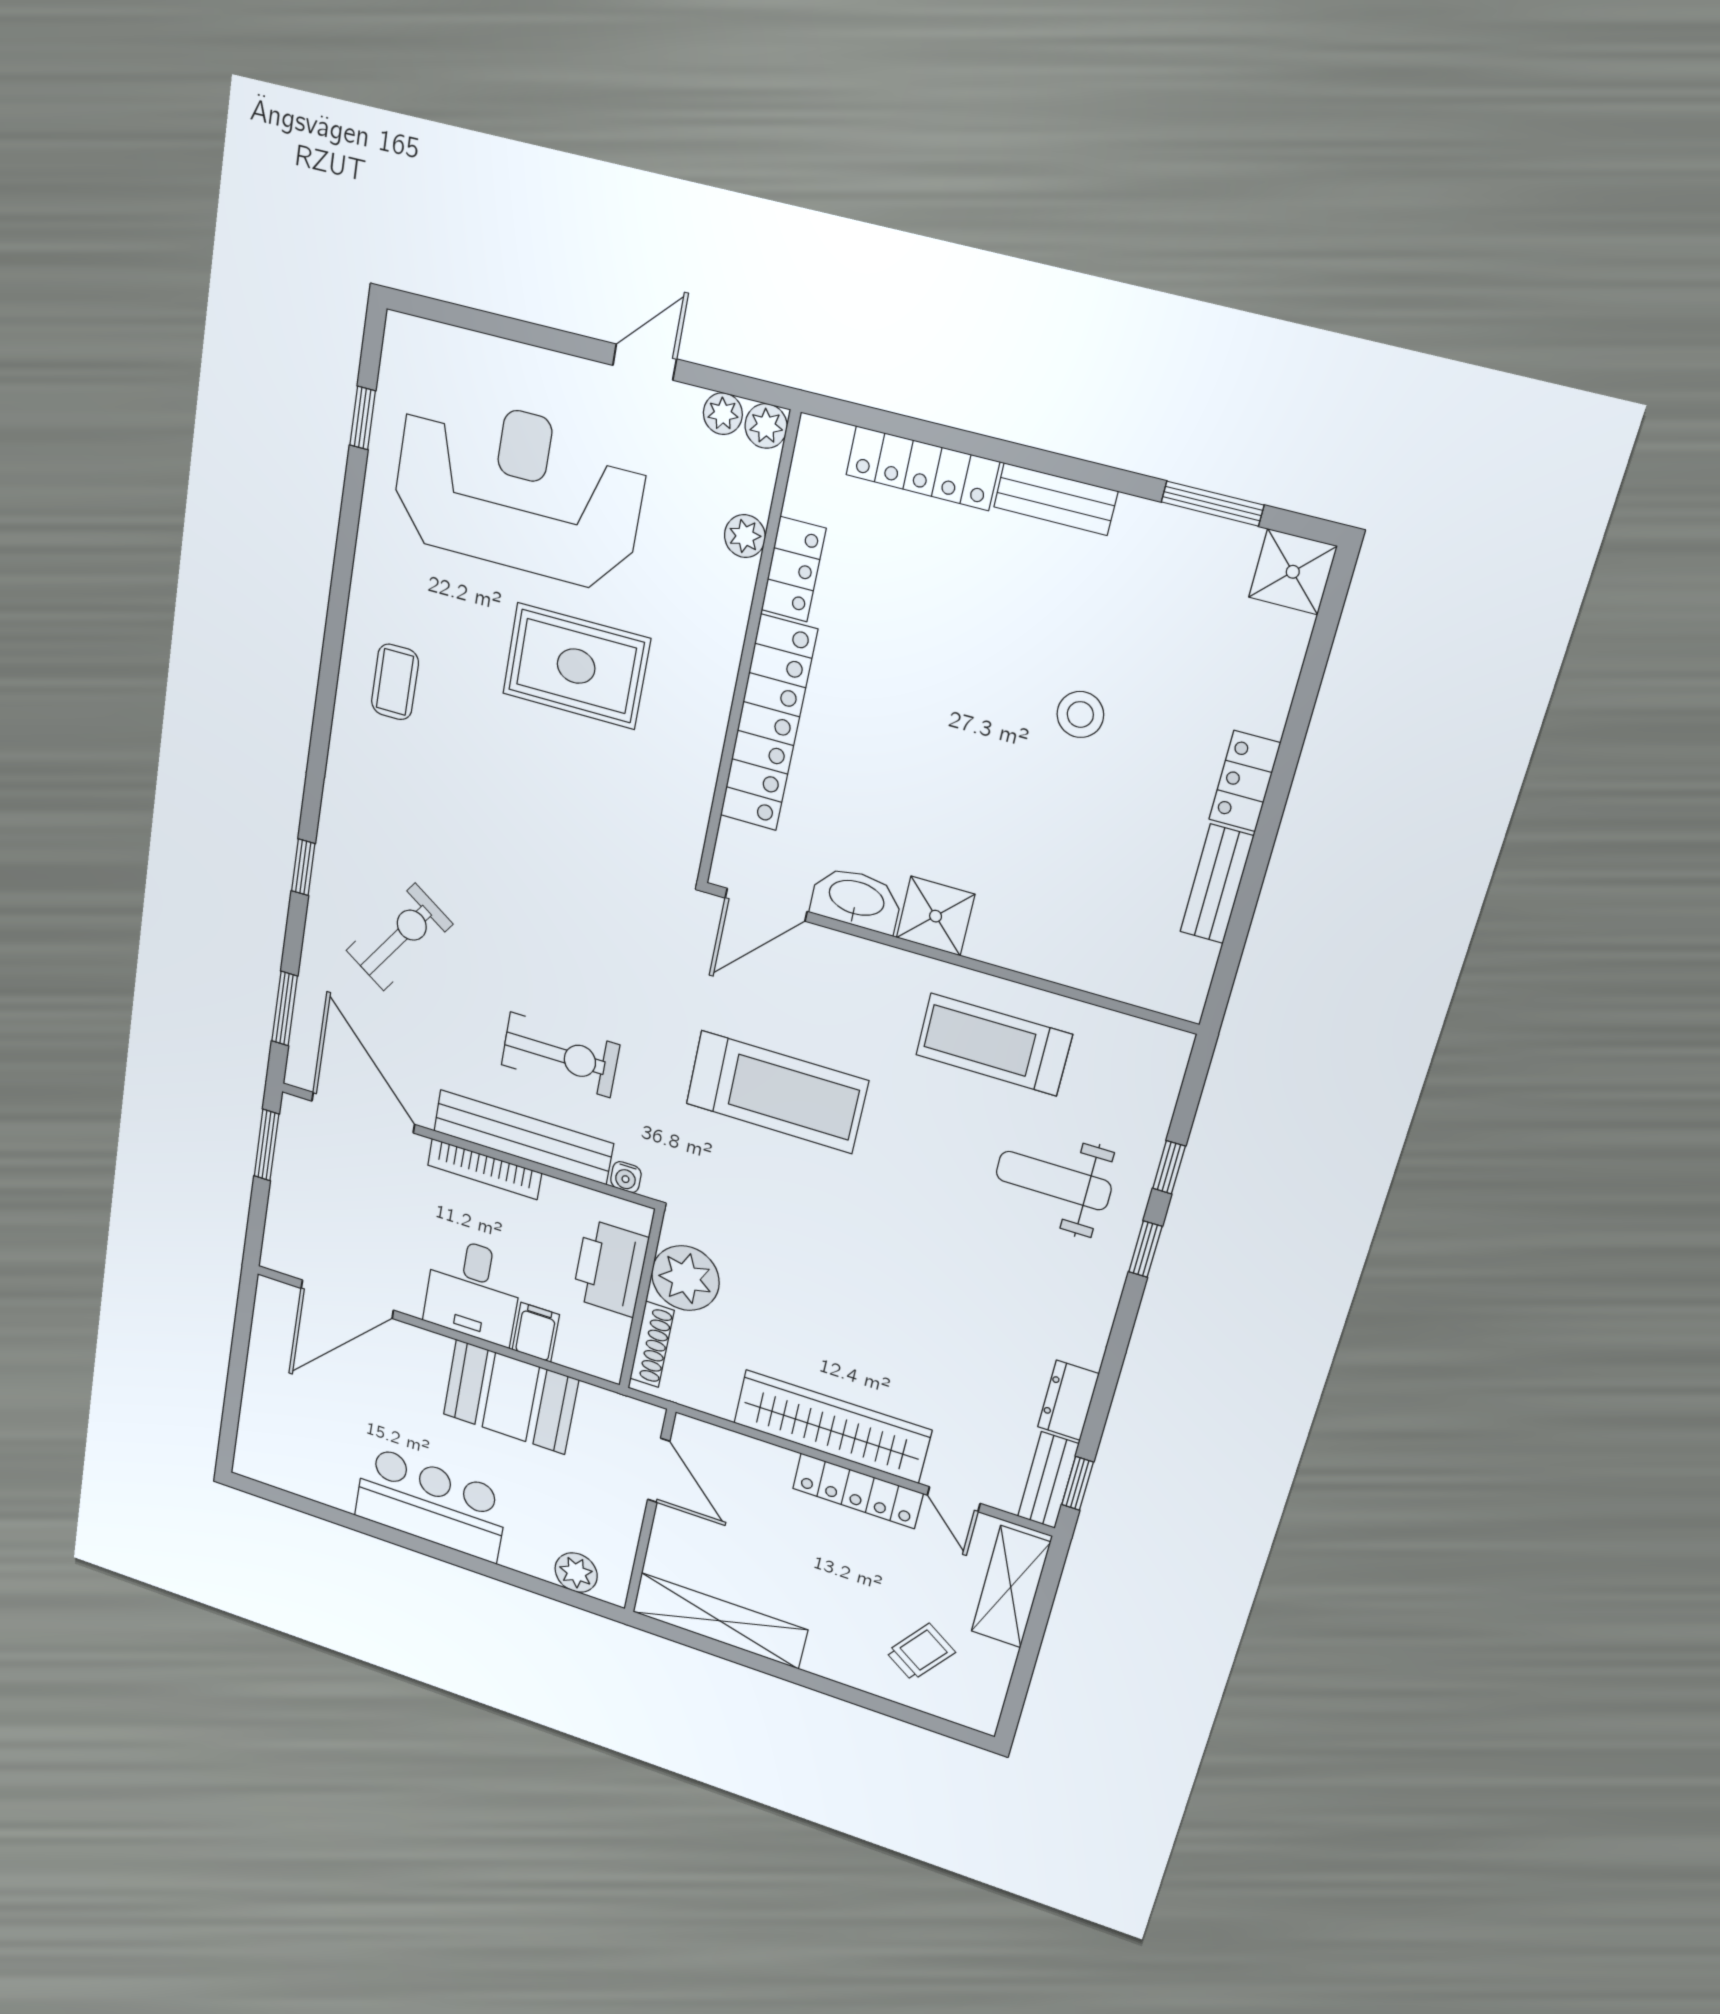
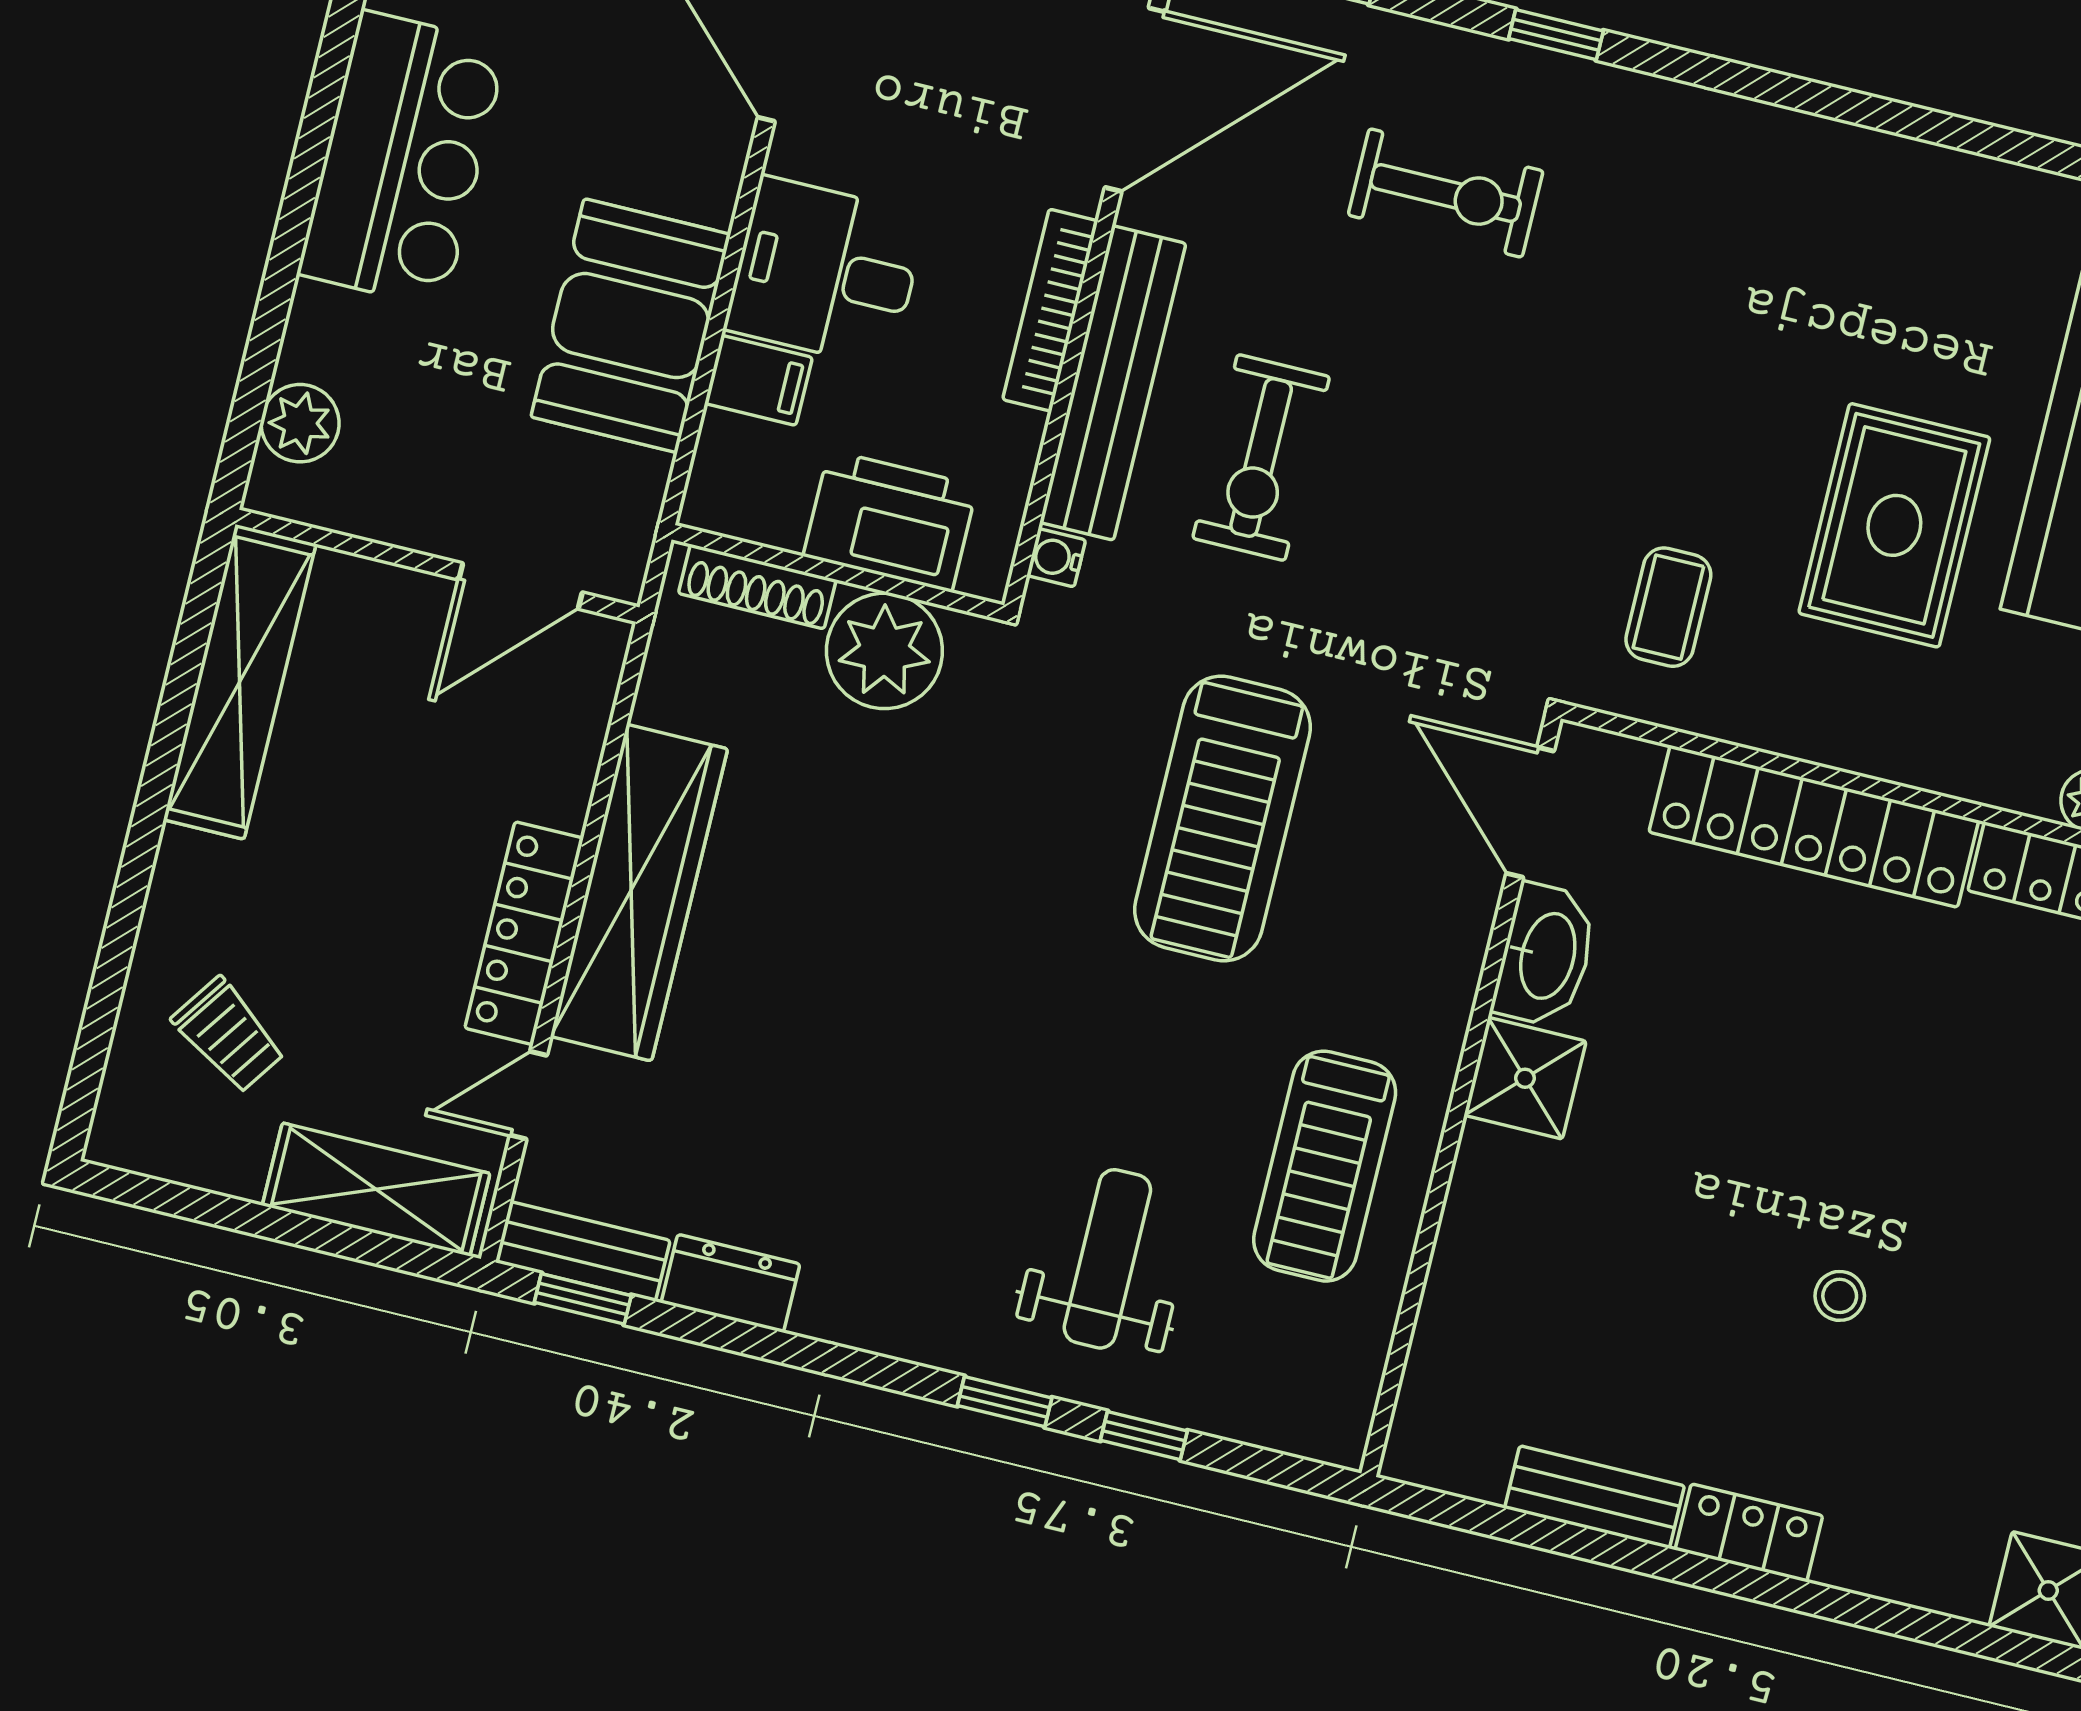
coffee table: (395, 682) -> (1668, 607), moved, turned 90
stool: (1080, 714) -> (1840, 1296), width x0.73, depth x0.73
exercise bike: (399, 937) -> (1446, 193), turned -34
treadmill: (994, 1045) -> (1325, 1166), turned 180

